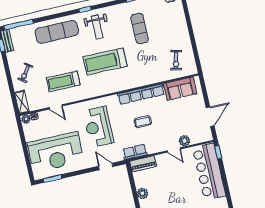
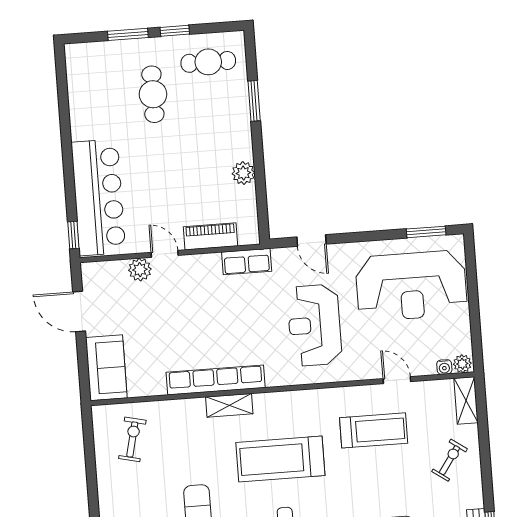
treadmill: (105, 61) -> (280, 459), turned 180
shelving: (133, 83) -> (229, 405), added
sofa: (180, 89) -> (106, 368), moved, turned 90
door: (210, 117) -> (79, 312), hinge flipped
coffee table: (143, 122) -> (221, 322), removed
reception desk: (98, 127) -> (314, 325), turned 180
reception desk: (56, 152) -> (411, 286), turned 180
piano: (143, 164) -> (211, 236), moved

